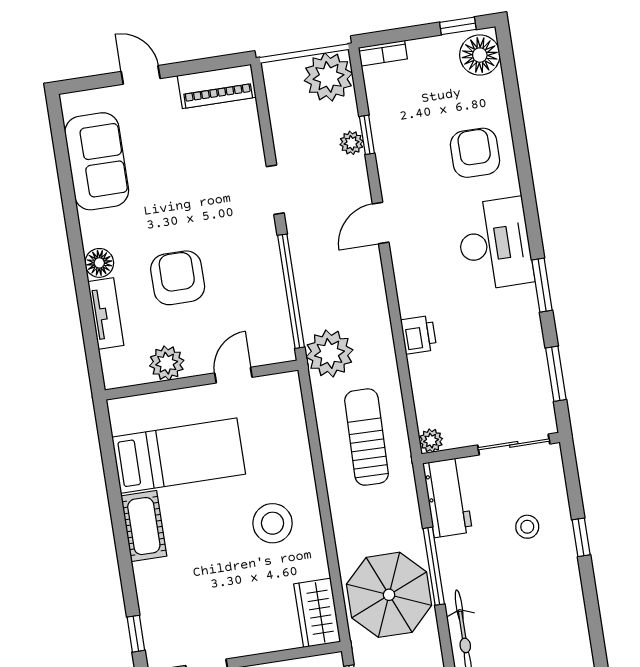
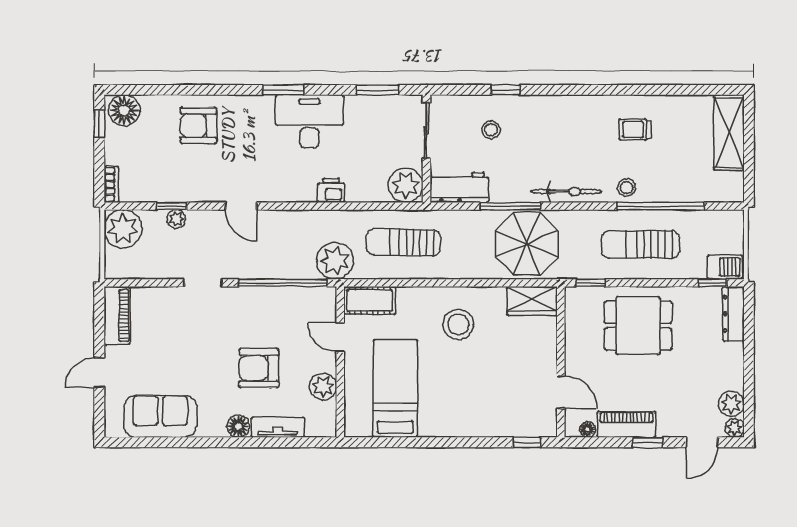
desk: (495, 244) -> (309, 121), moved
window: (542, 285) -> (283, 90), moved
plant: (431, 441) -> (406, 185), width x1.87, depth x1.87
cot: (144, 526) -> (370, 300), moved

